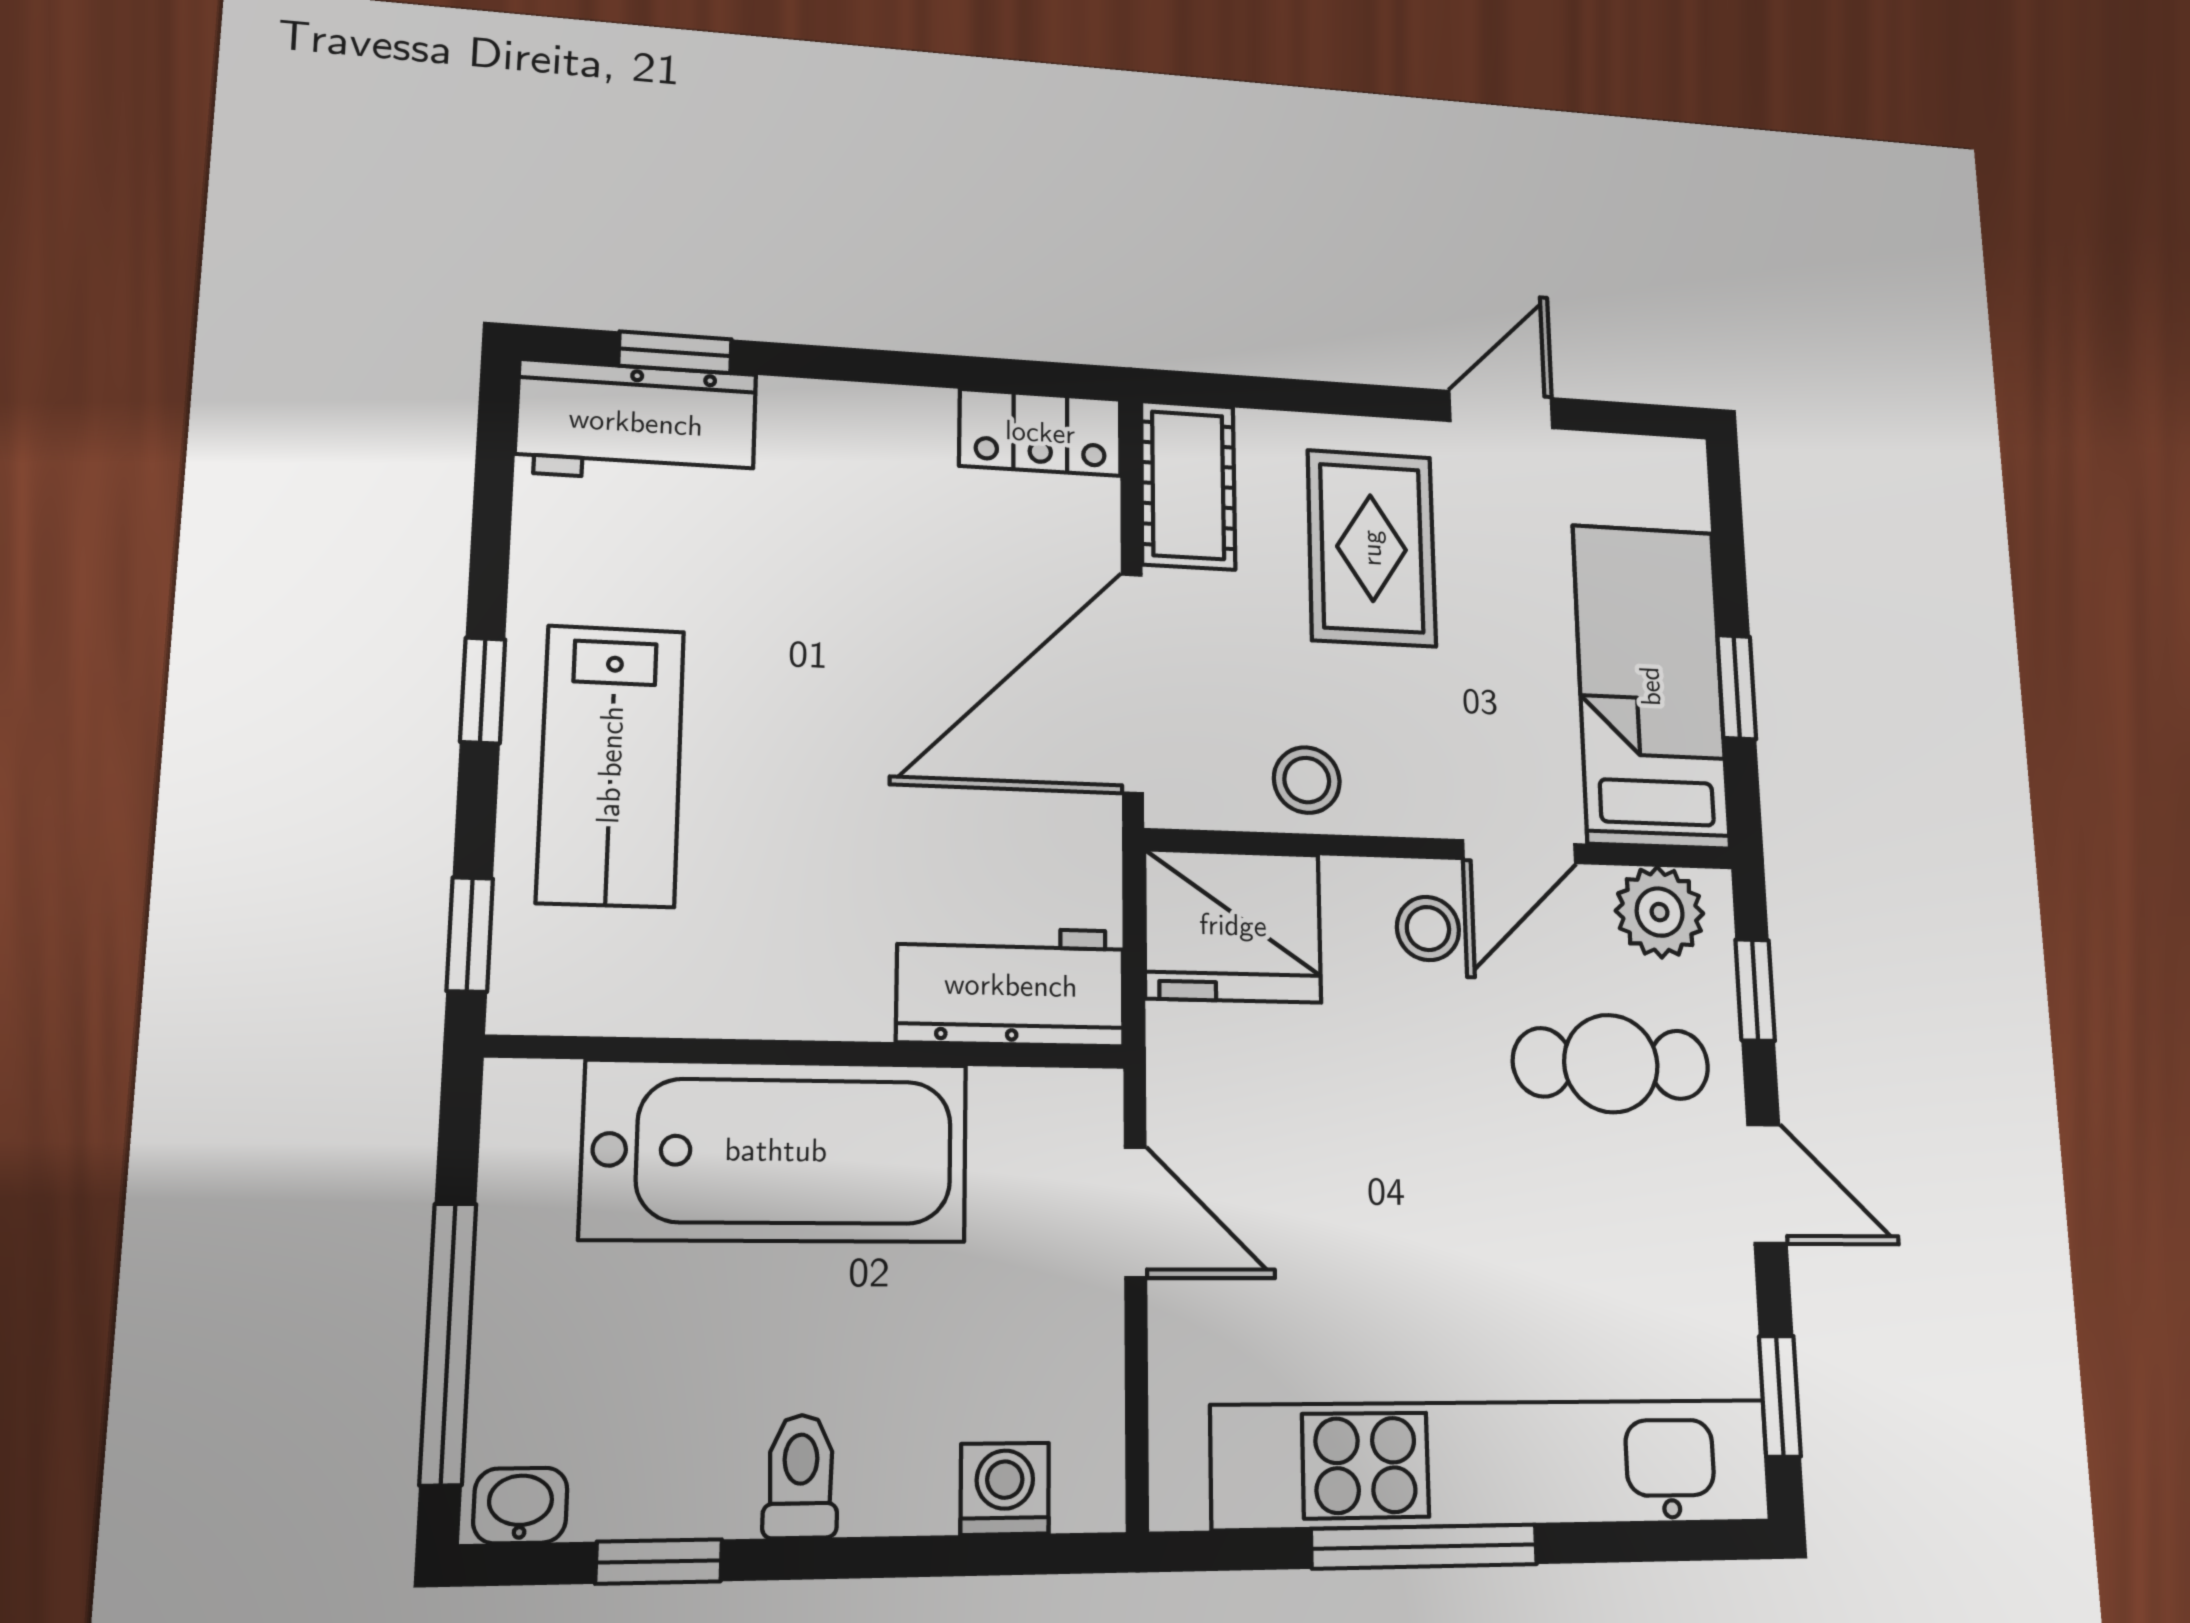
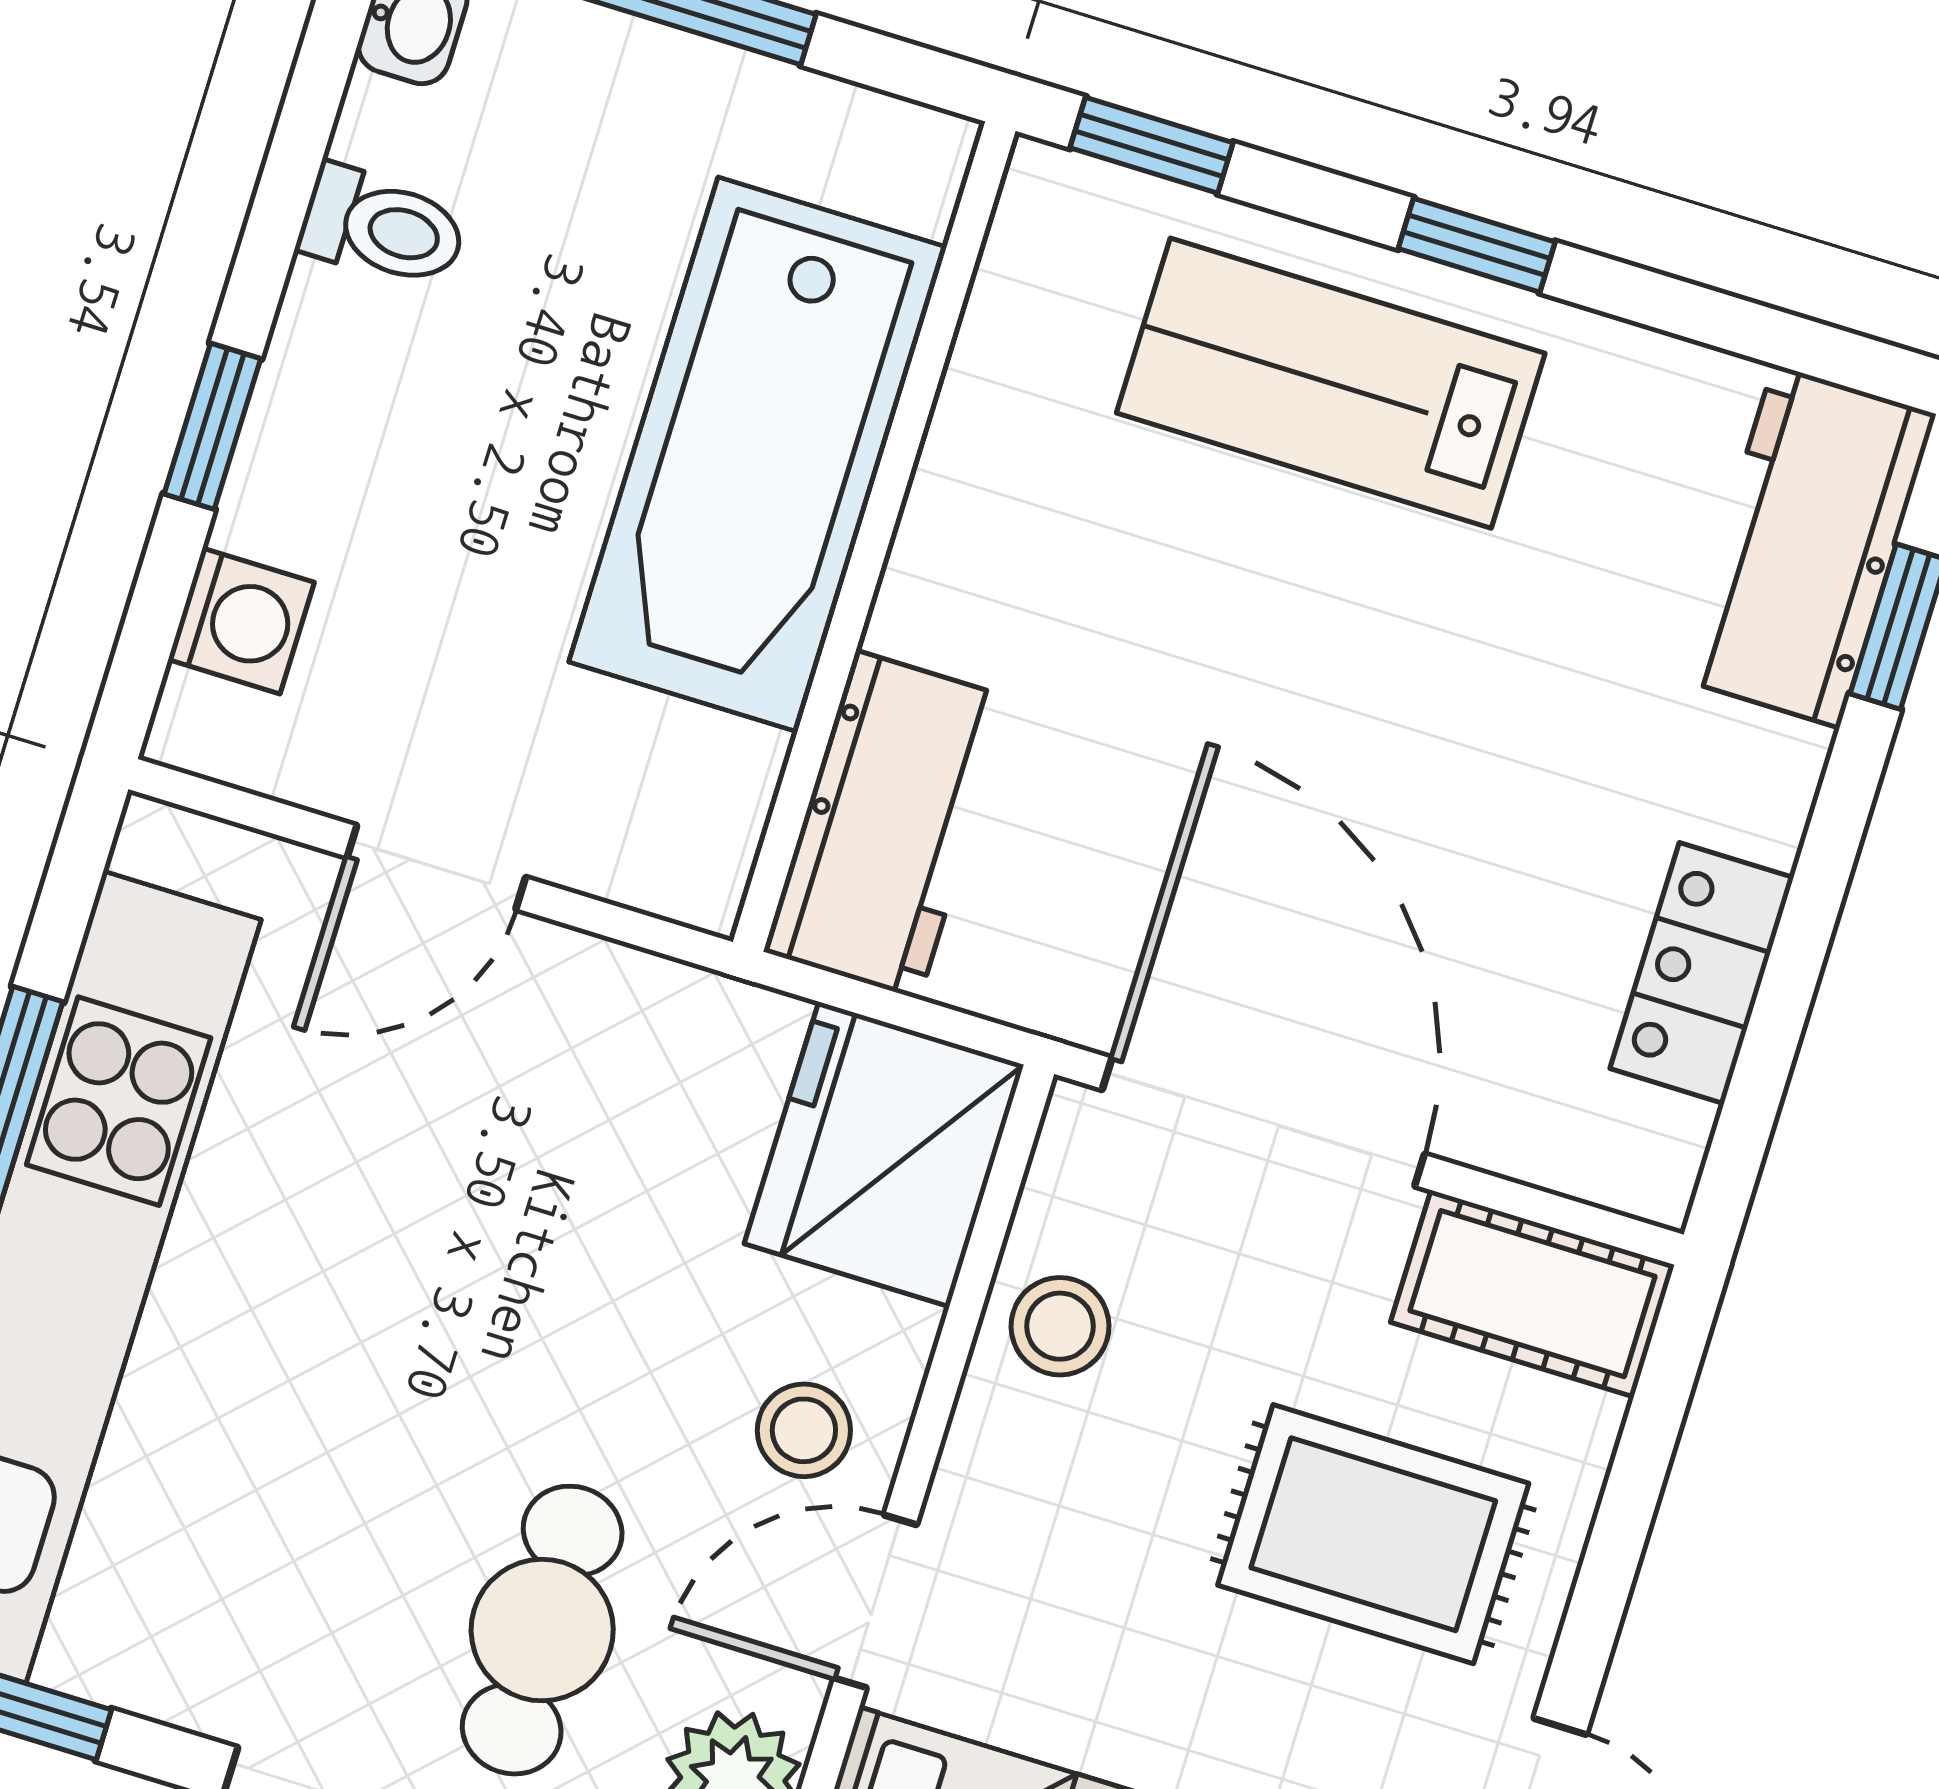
locker: (1040, 433) -> (1702, 973), moved
door: (1519, 852) -> (875, 1601), hinge flipped
door: (1135, 1212) -> (436, 867), moved
toilet: (801, 1476) -> (383, 227), moved
window: (659, 1561) -> (212, 426), moved

